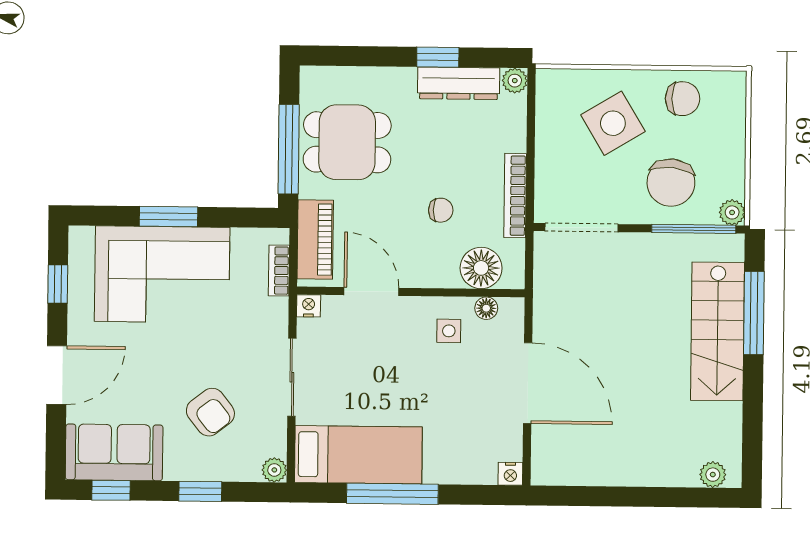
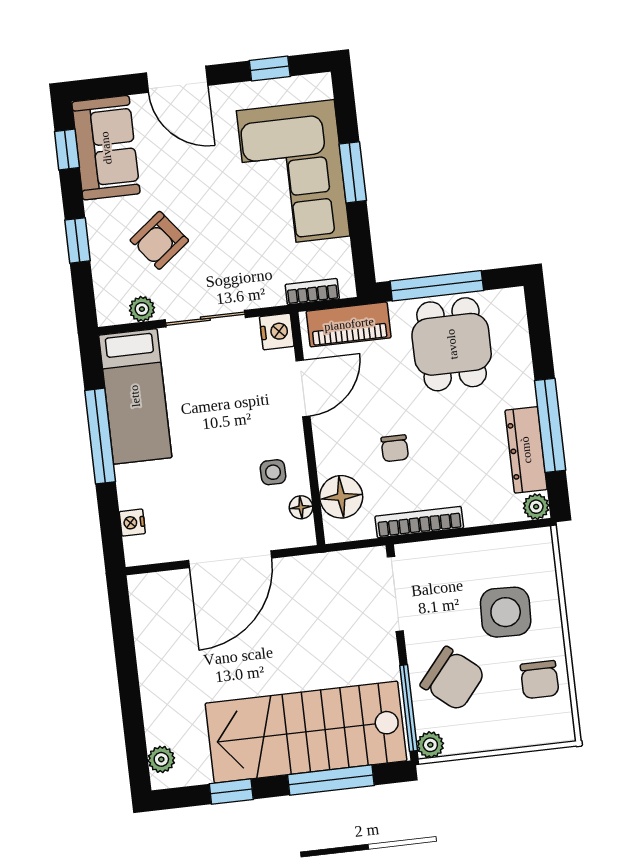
window: (438, 57) -> (550, 425), width x2.17
side table: (613, 123) -> (506, 612), turned 33
chair: (671, 183) -> (453, 679), turned -146
nightstand: (309, 306) -> (277, 331), width x1.39, depth x1.35
stairs: (717, 331) -> (306, 732), width x1.36, depth x1.51
window: (753, 411) -> (231, 792), added
plant: (274, 470) -> (142, 309), moved
nightstand: (510, 474) -> (132, 523), moved

